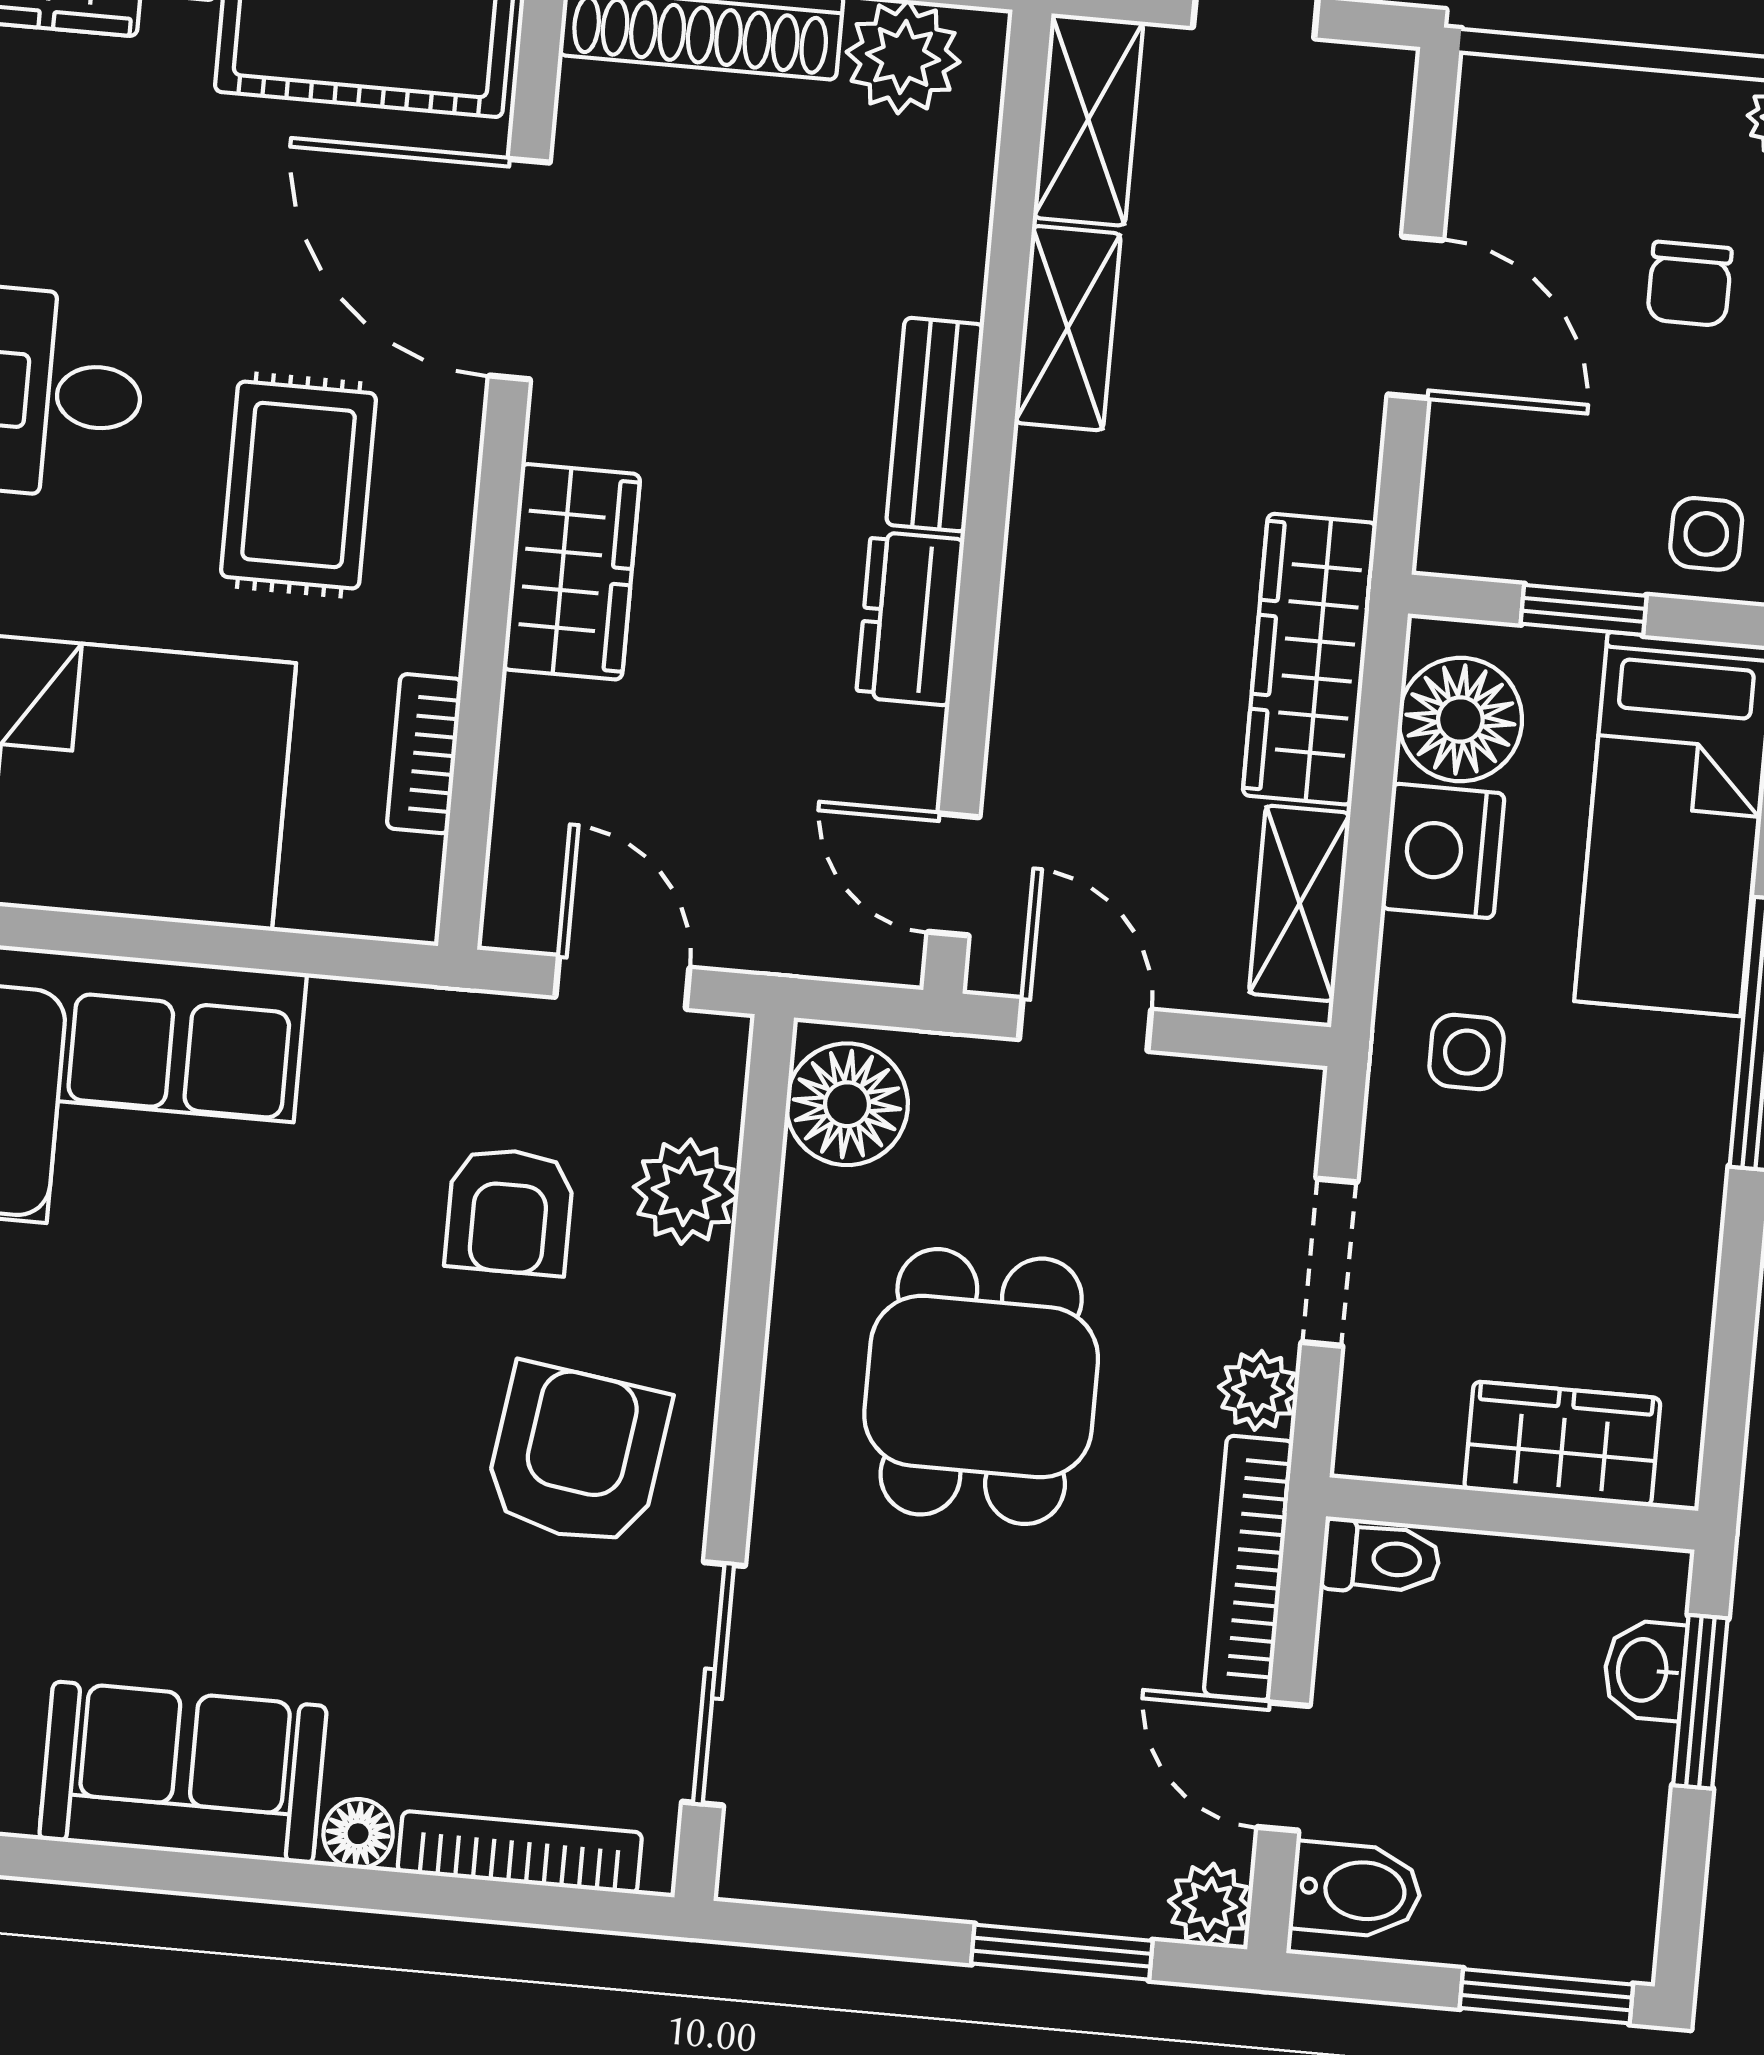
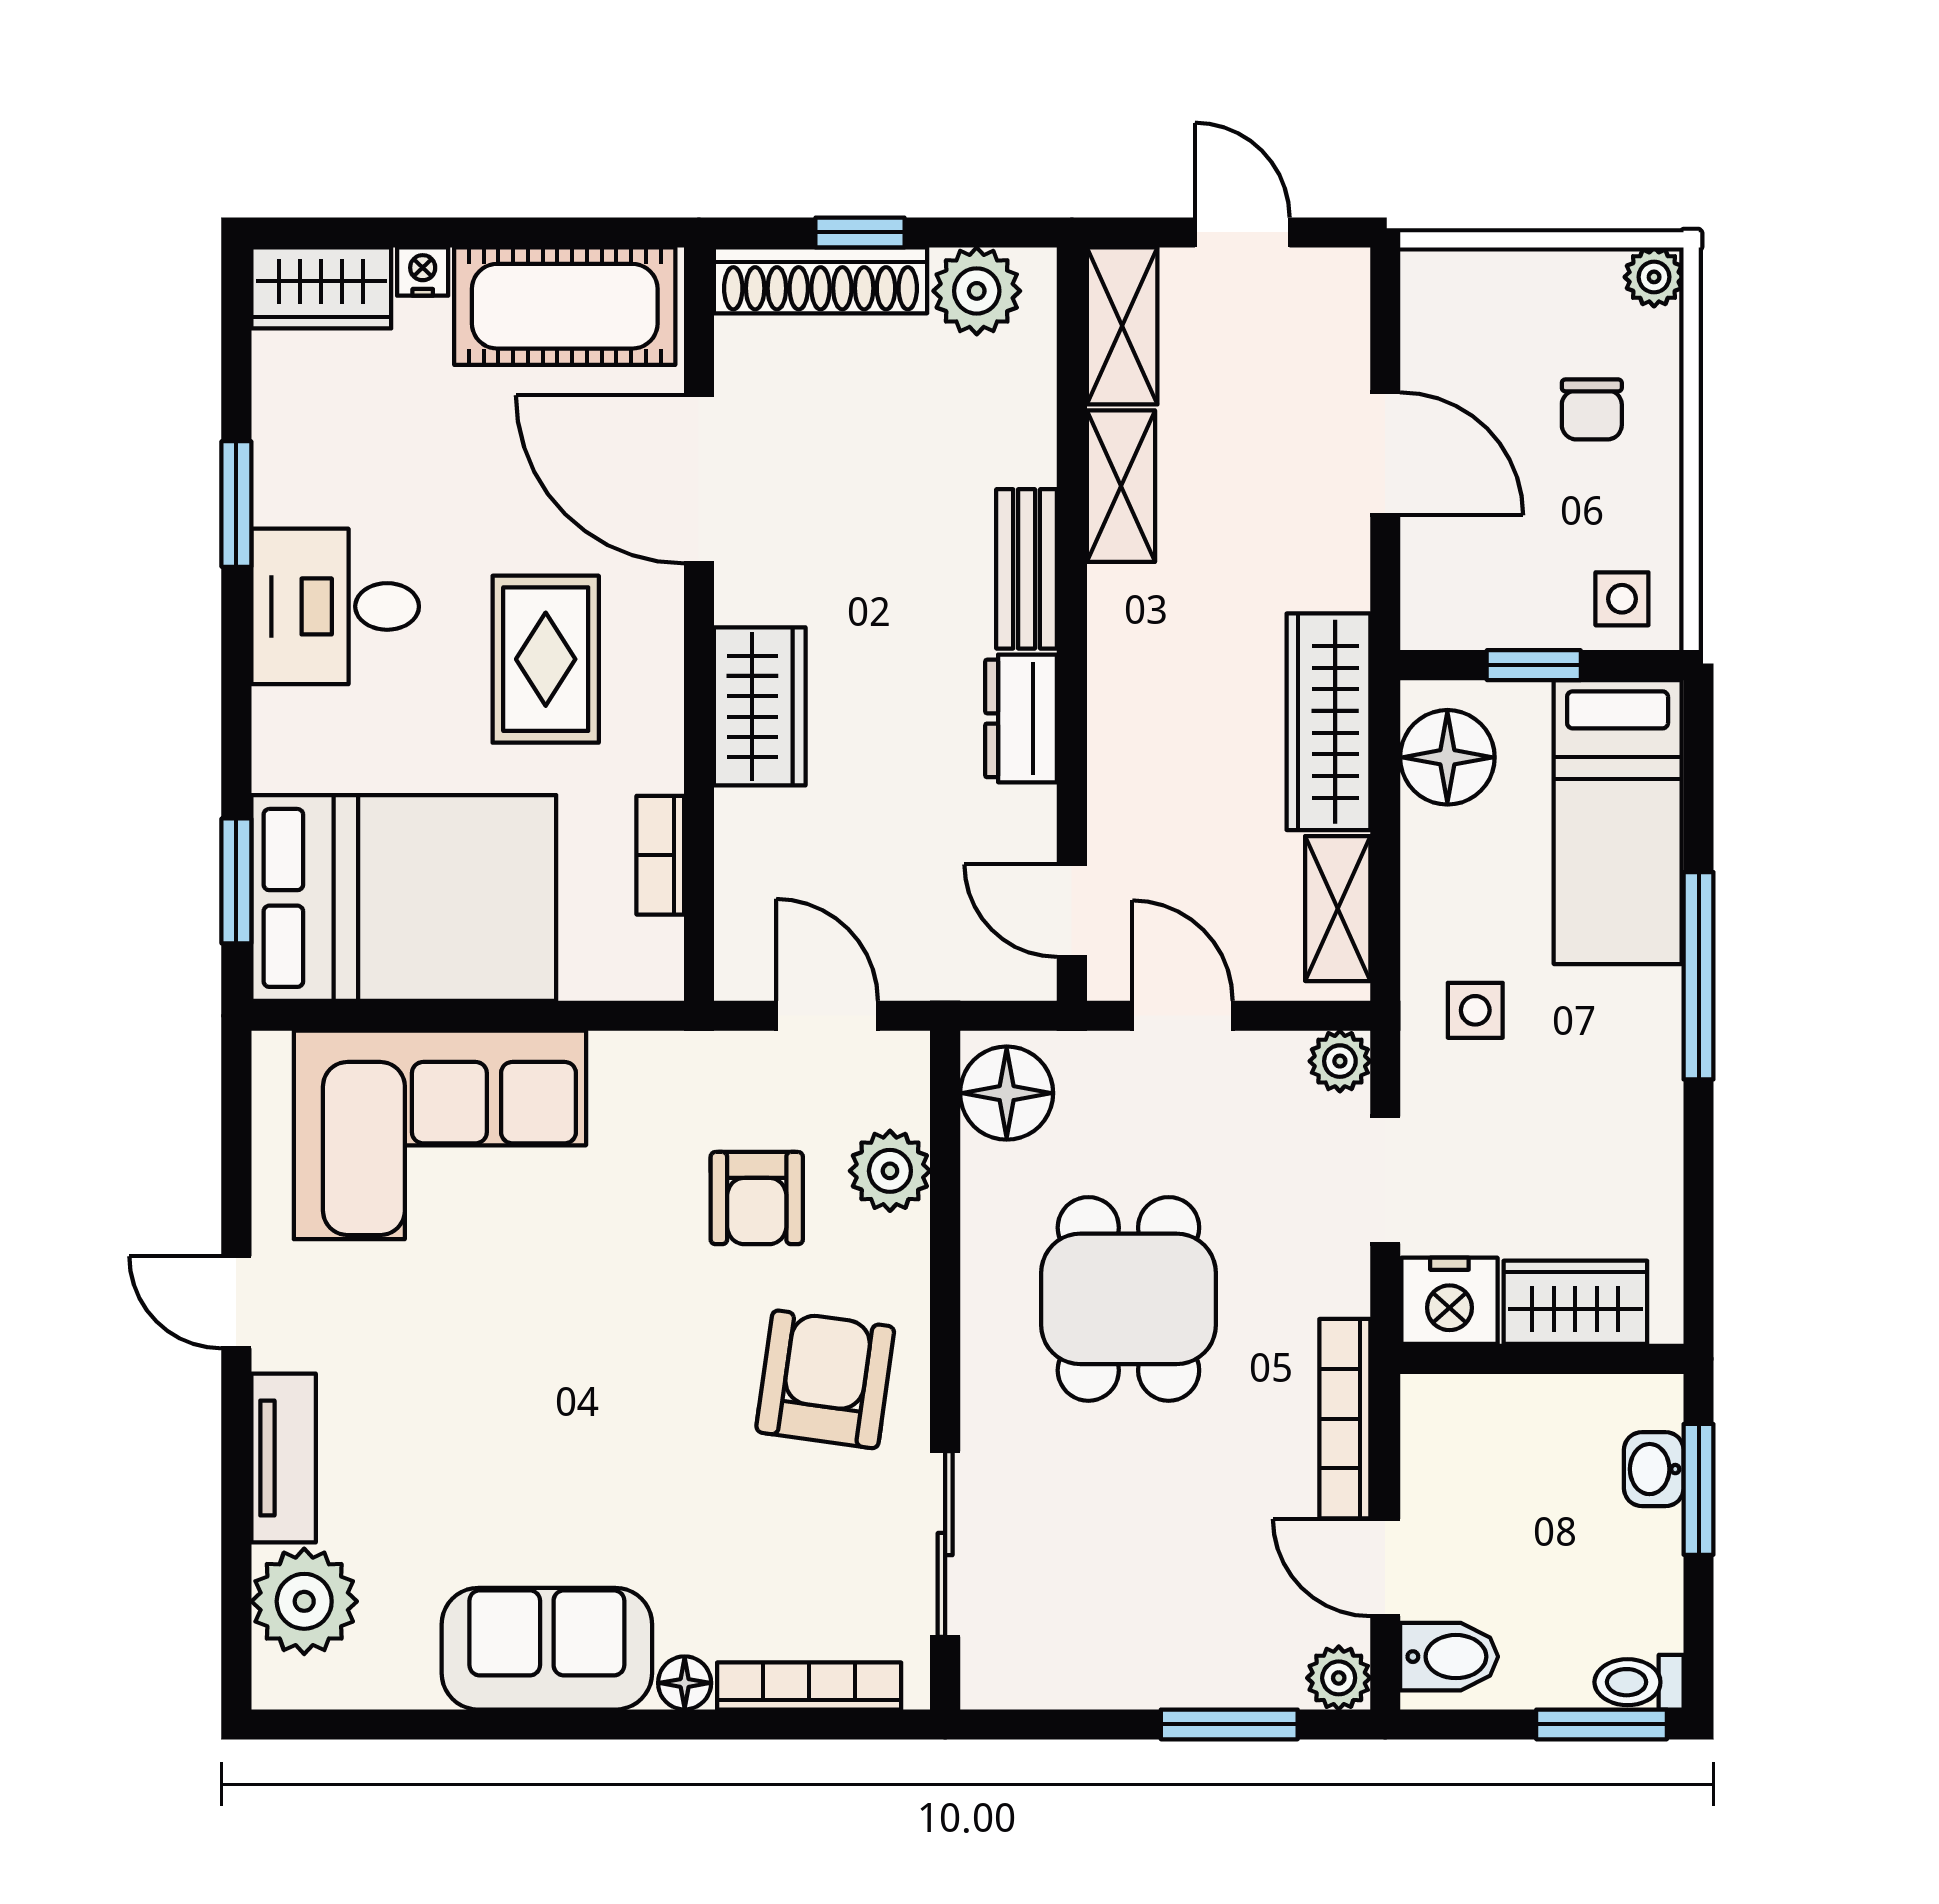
nightstand: (1443, 851) -> (1449, 1301), moved, turned -90
plant: (1258, 1390) -> (1340, 1061), moved
toilet: (1380, 1558) -> (1639, 1682), moved, turned 180

